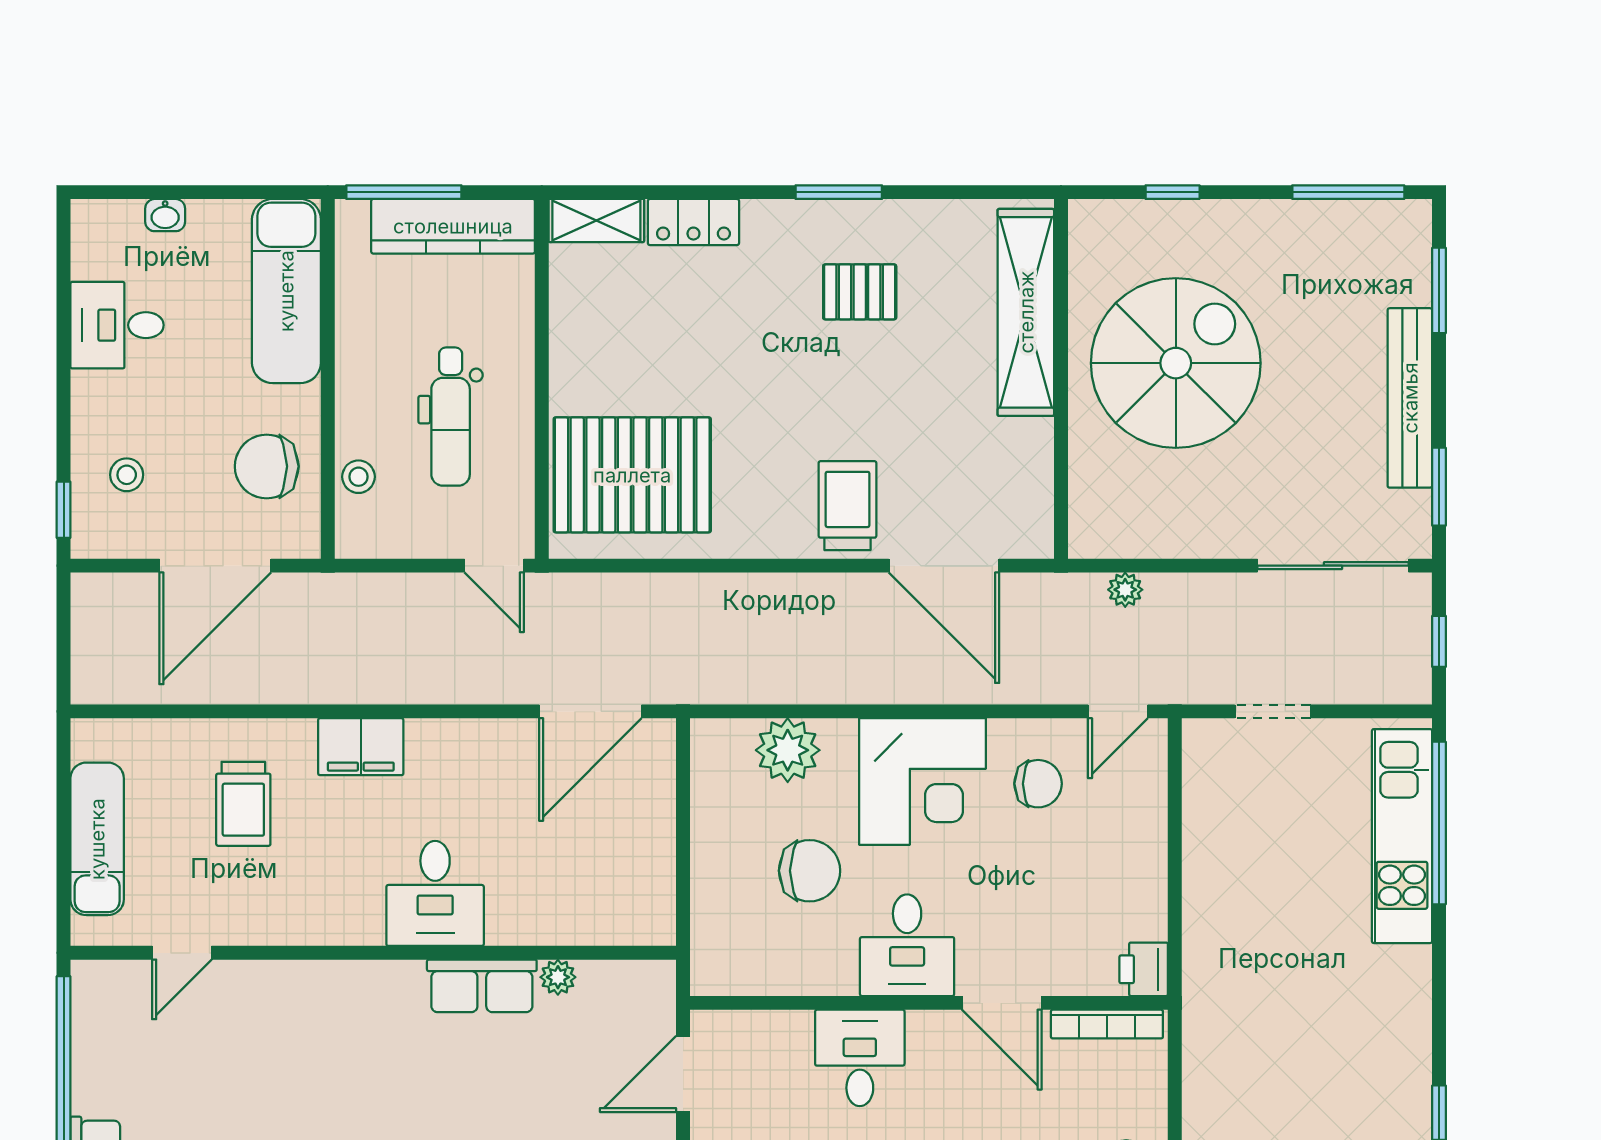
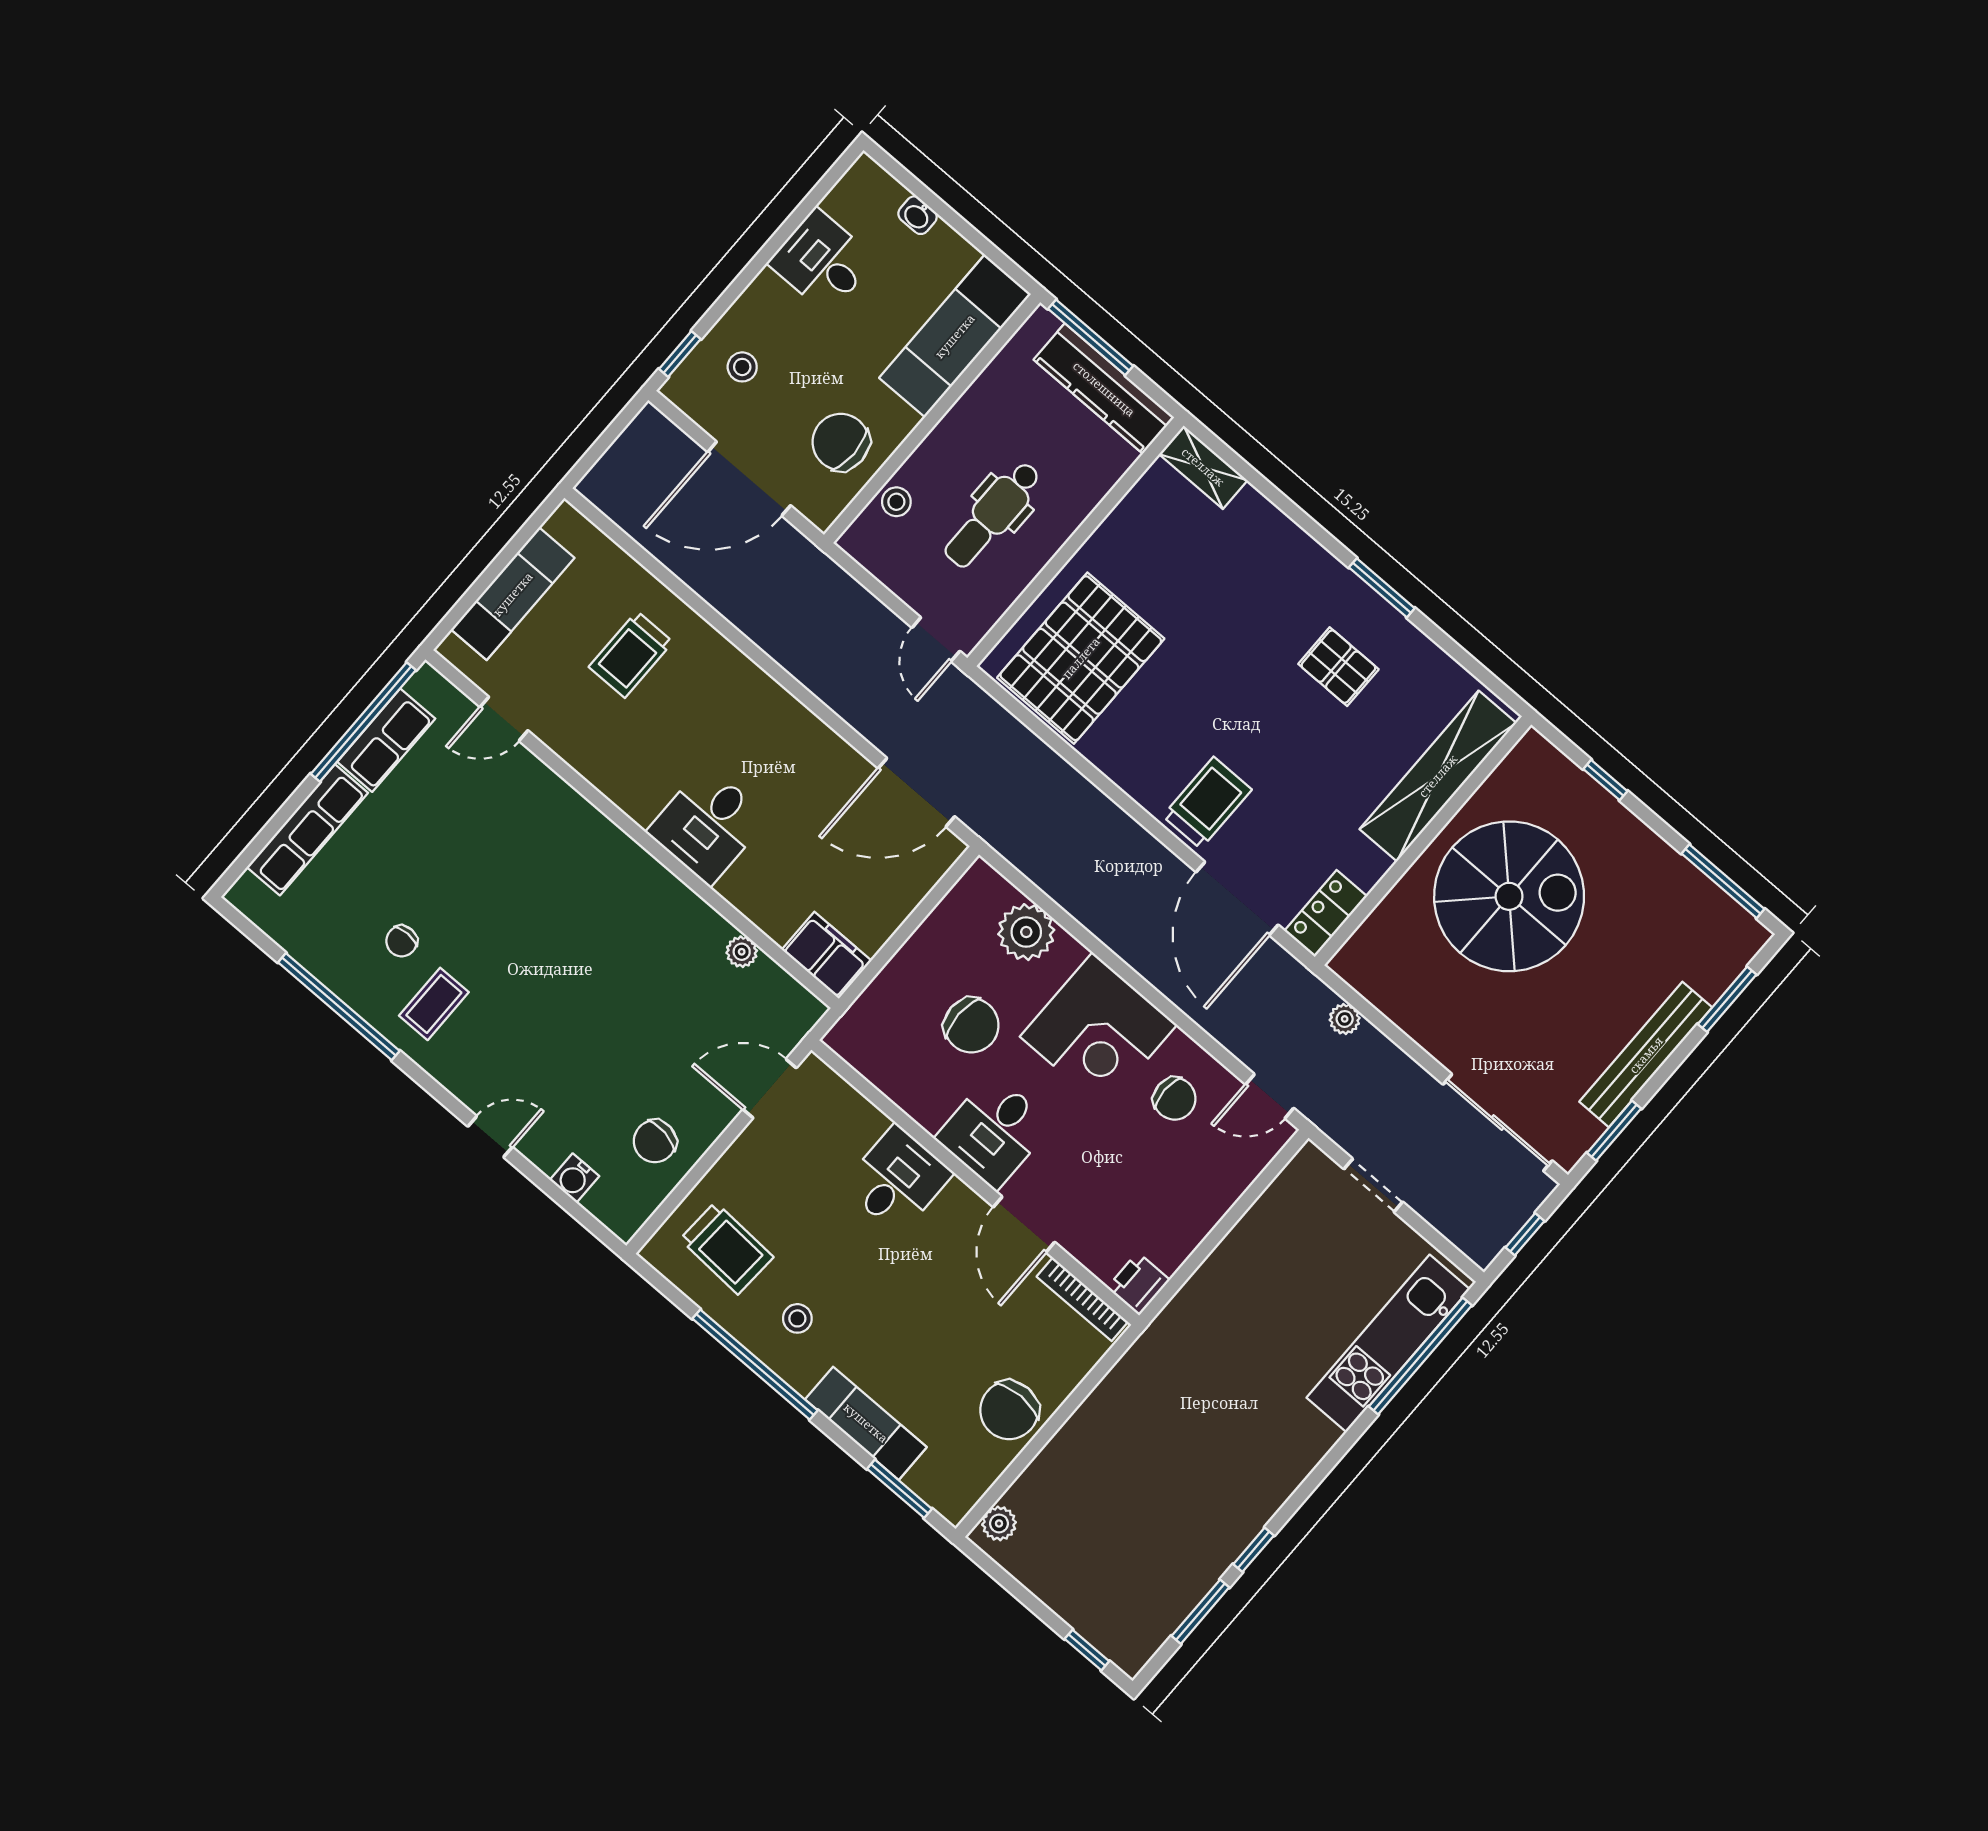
locker: (693, 222) -> (1326, 914), moved, turned 90
pallet: (632, 475) -> (1081, 658), turned 90
filing cabinet: (361, 747) -> (827, 955), moved, turned 180
row of seats: (482, 986) -> (386, 740), moved, turned -90

